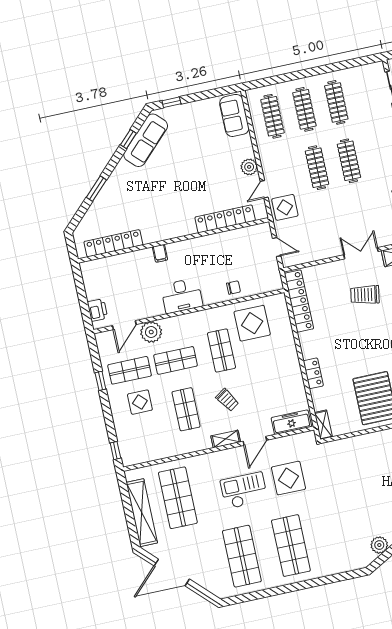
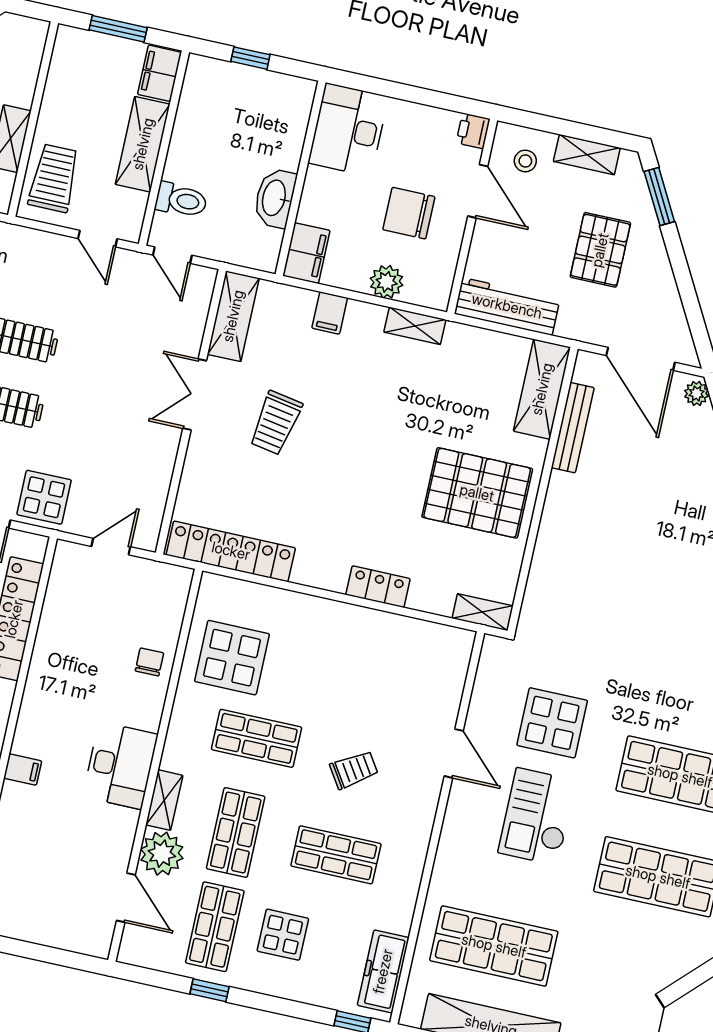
printer: (97, 310) -> (75, 935), removed
freezer: (291, 422) -> (383, 971), moved
shelving: (226, 439) -> (164, 800), moved

